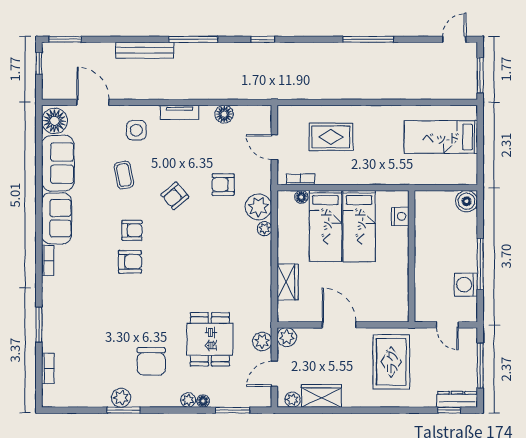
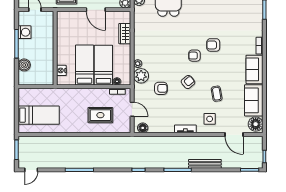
floor lamp: (224, 114) -> (143, 128), moved
boiler: (467, 201) -> (24, 65), moved
armchair: (132, 230) -> (194, 56), moved

